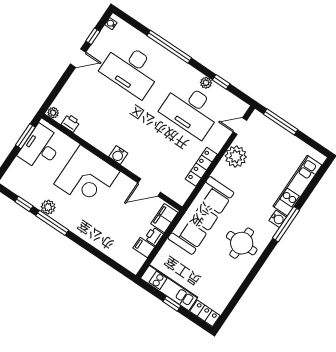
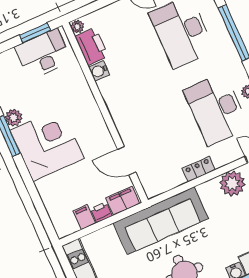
printer: (71, 123) -> (92, 46), width x1.87, depth x1.48
water cooler: (118, 155) -> (99, 71), moved
locker: (201, 167) -> (199, 169), width x0.66
corner desk: (87, 178) -> (47, 144), moved, turned 180

